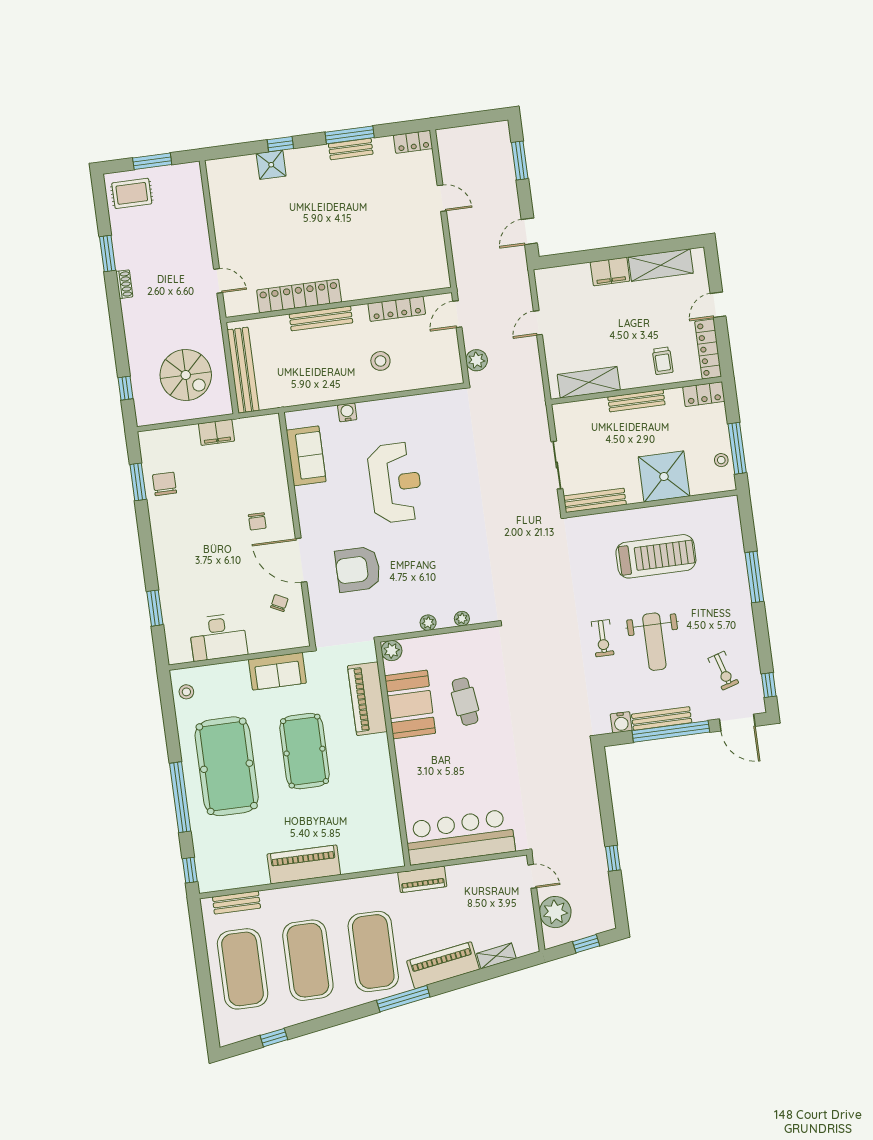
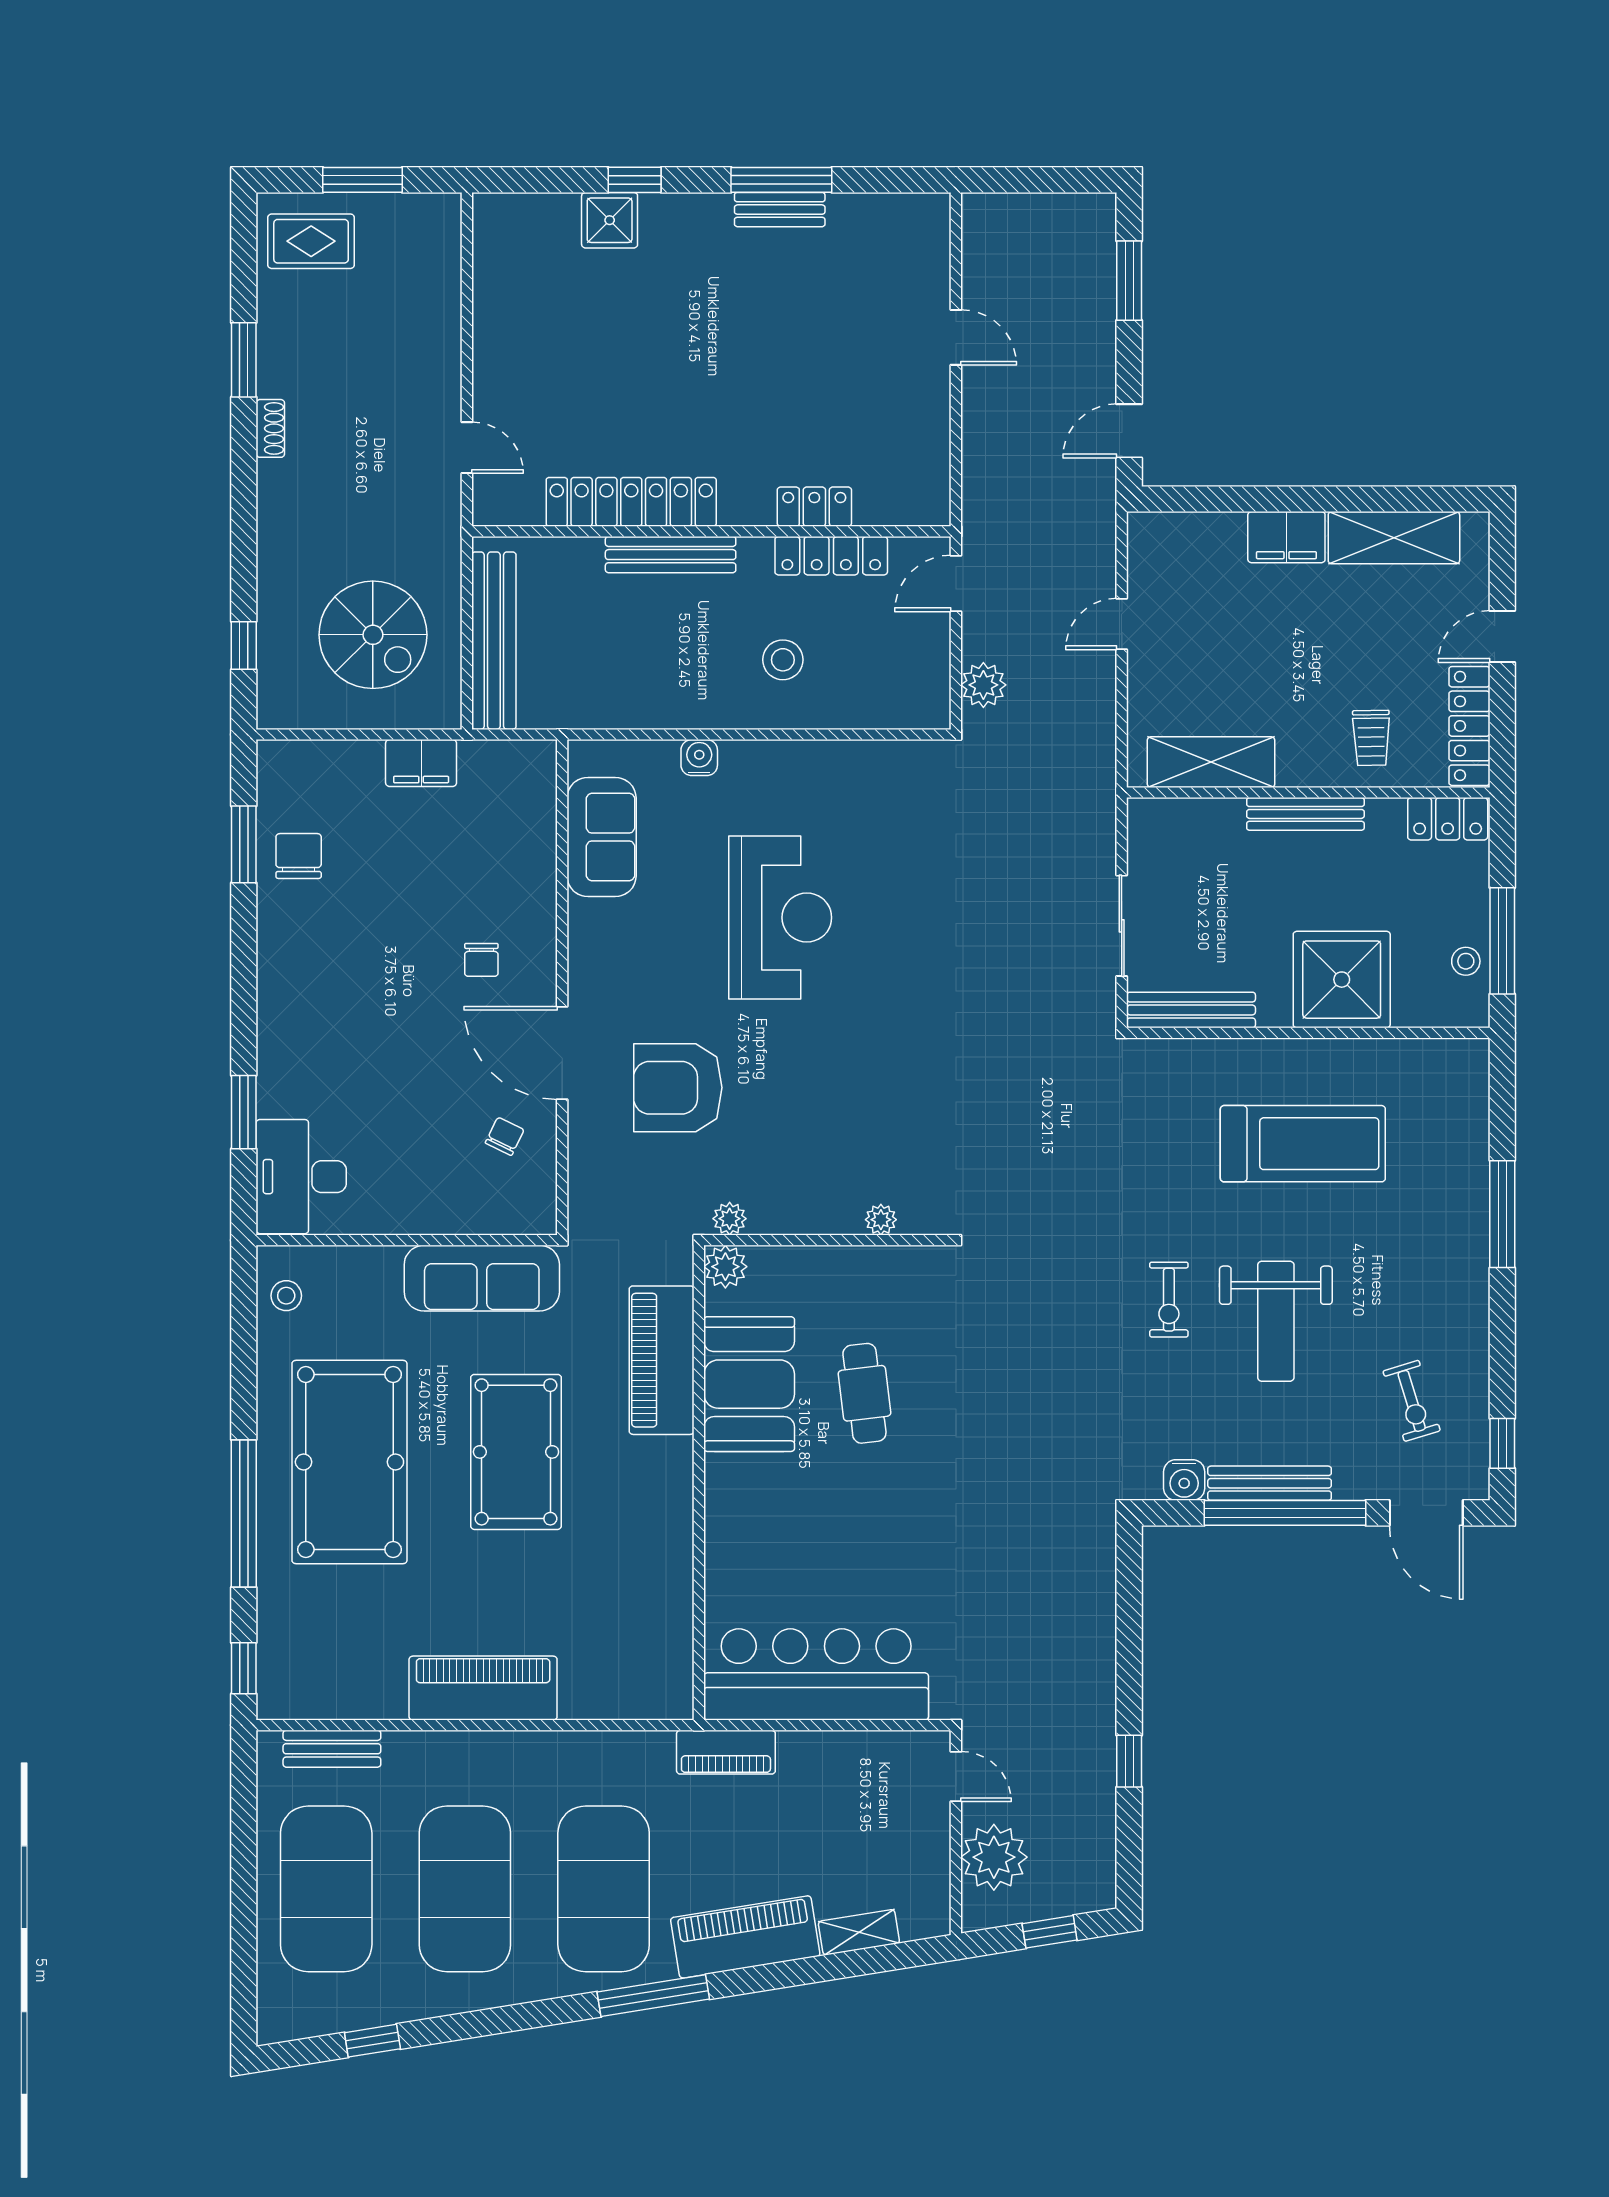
locker: (413, 142) -> (814, 507), moved, turned 180
plant: (428, 623) -> (730, 1219), moved
desk: (218, 637) -> (301, 1177), moved, turned 90
sofa: (277, 671) -> (482, 1278), width x1.36

